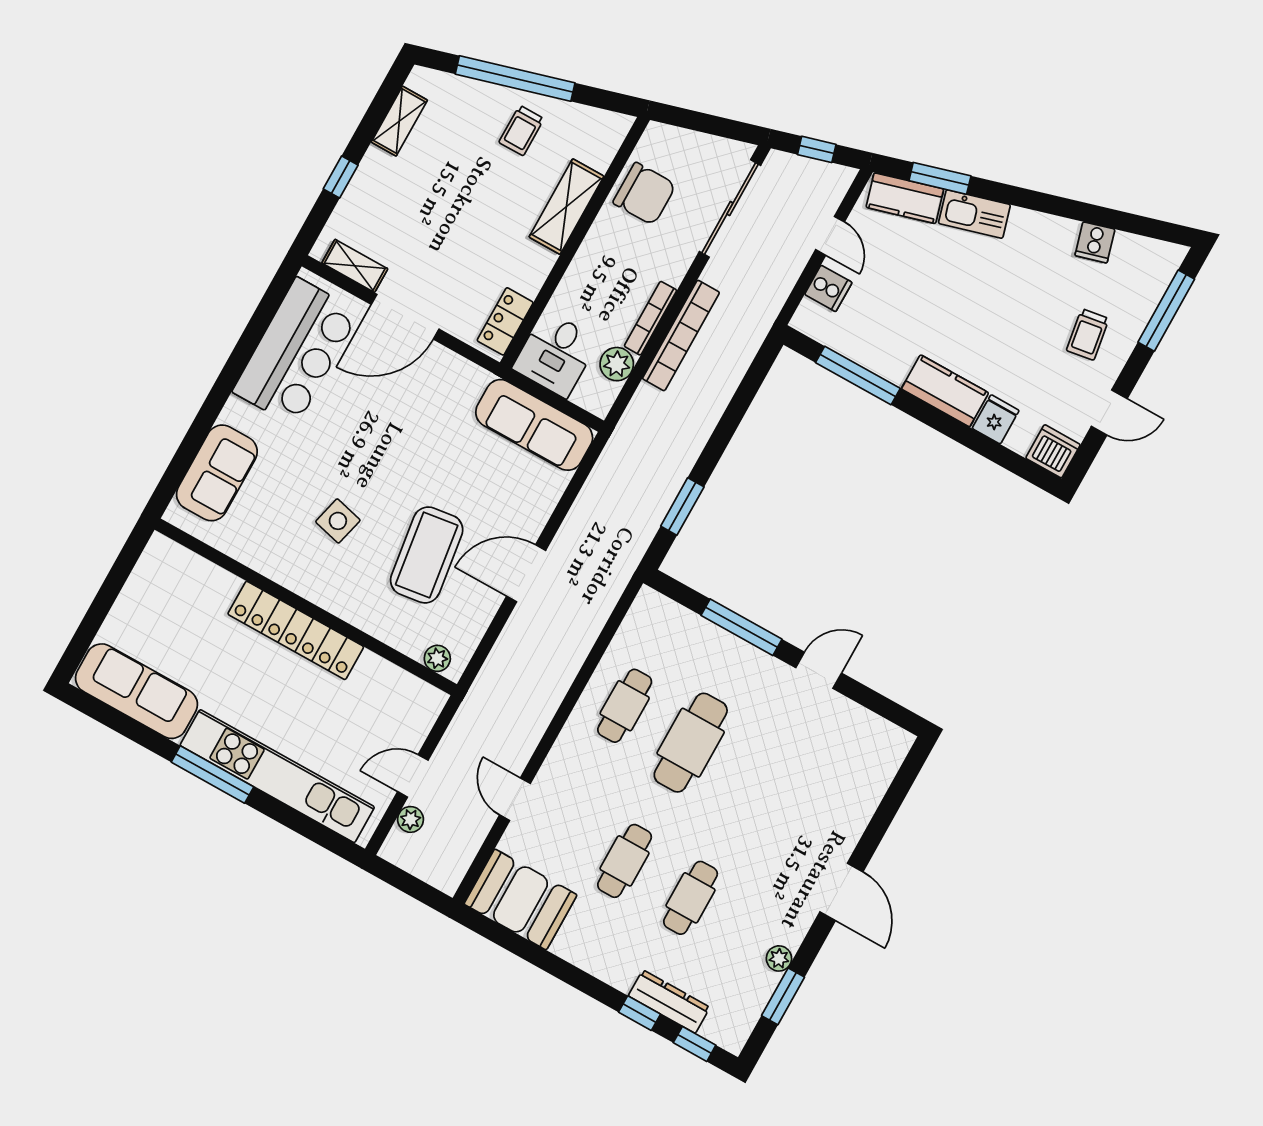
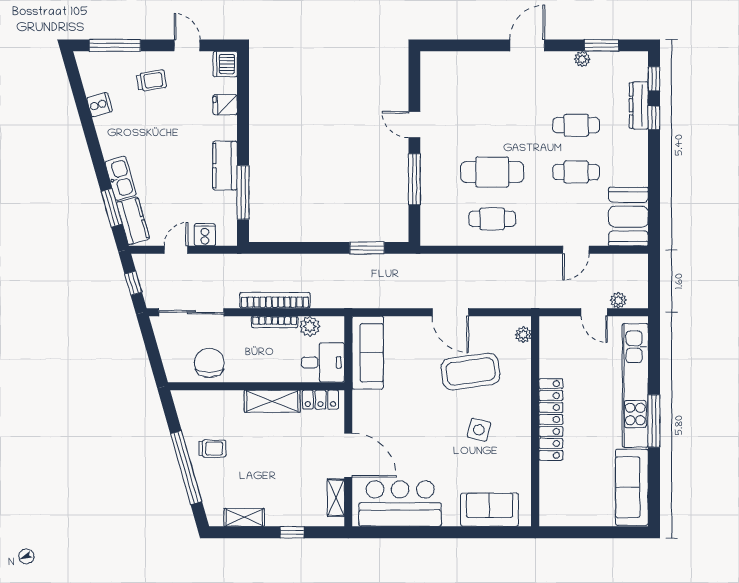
shelving: (566, 207) -> (272, 401), moved
kitchen counter: (945, 391) -> (225, 166), moved

